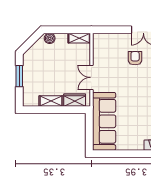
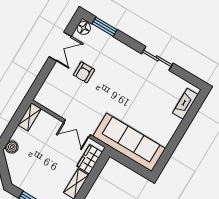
armchair: (135, 58) -> (84, 72), turned -90

